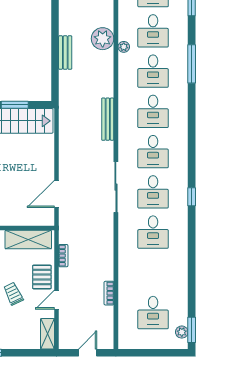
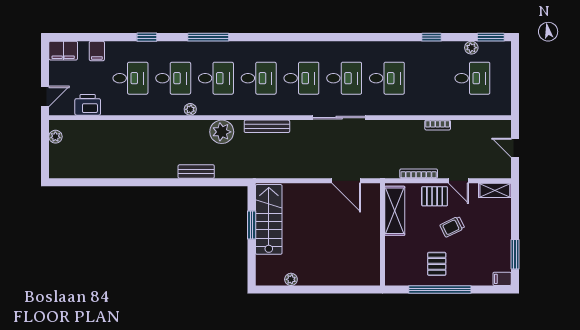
plant: (103, 39) -> (222, 132), moved
window: (192, 197) -> (431, 37), moved
bookcase: (63, 256) -> (419, 174), width x1.56
bookcase: (109, 293) -> (438, 125), moved
plant: (182, 332) -> (471, 48), moved

